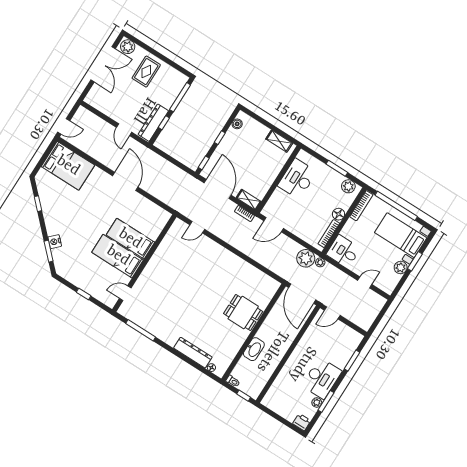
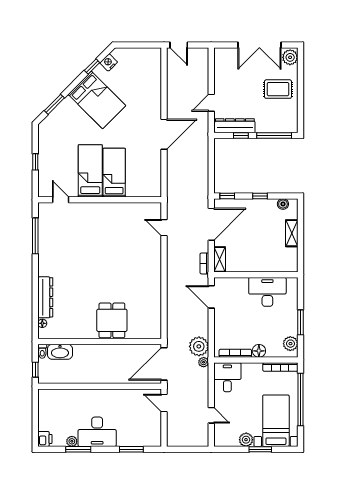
shelving: (279, 141) -> (292, 233), moved
bed: (68, 166) -> (97, 100), moved, turned -45
nightstand: (55, 242) -> (109, 62), moved
washbasin: (254, 349) -> (60, 352), moved

